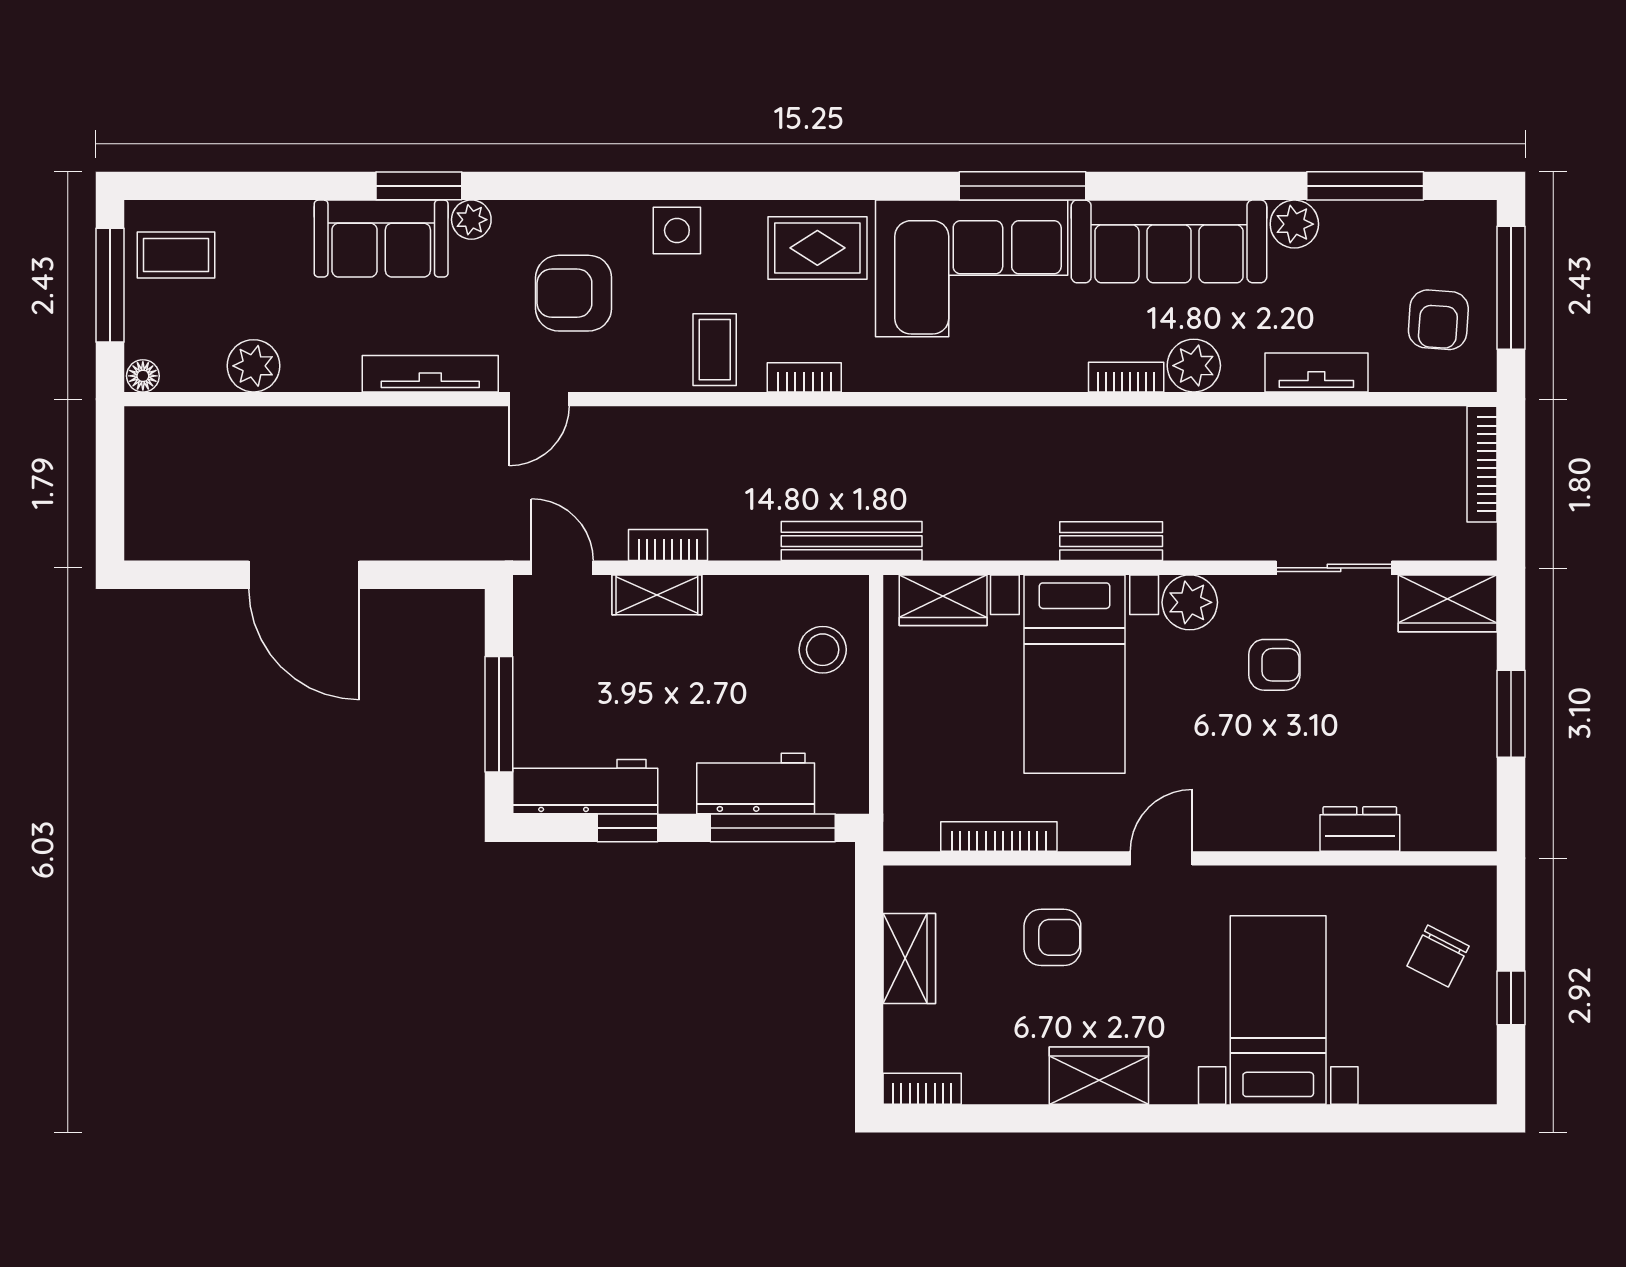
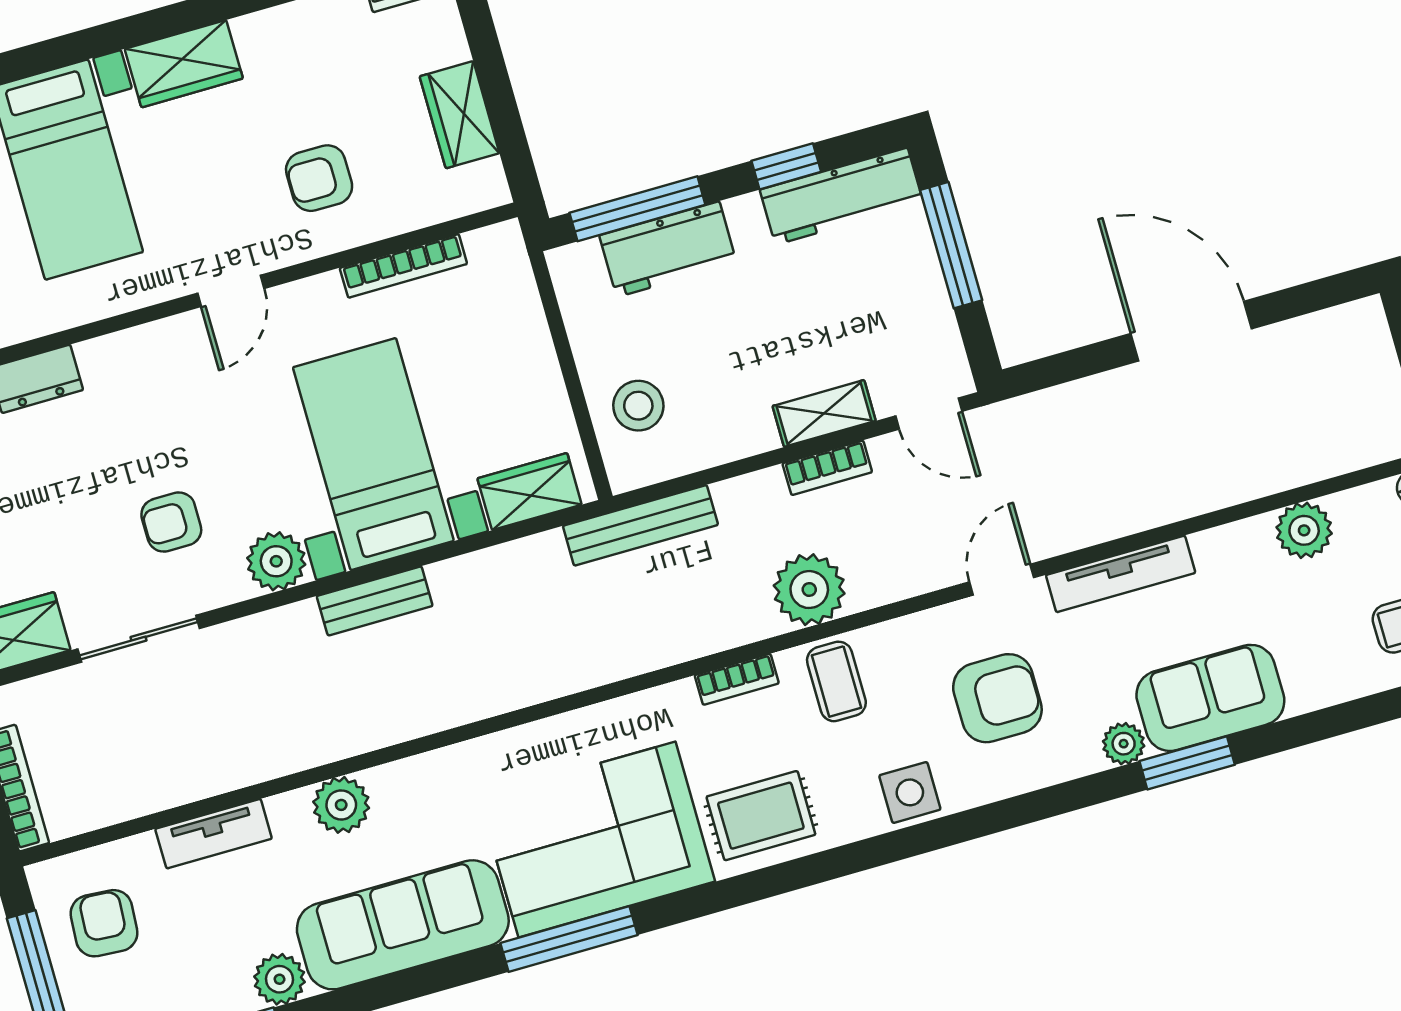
bookcase: (1126, 377) -> (407, 773), removed
plant: (716, 440) -> (809, 590), added
wardrobe: (1099, 1076) -> (184, 64), moved

